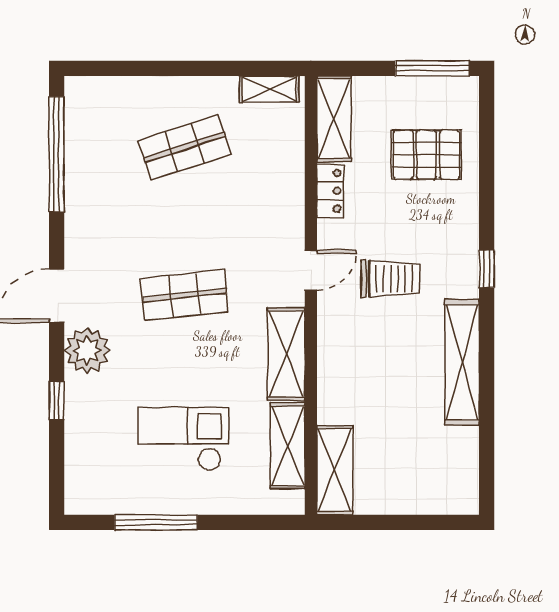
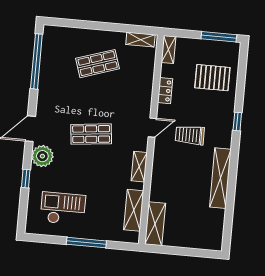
shelving: (334, 119) -> (169, 50), width x0.67, depth x0.75
window: (487, 269) -> (237, 122), moved
trolley: (390, 279) -> (190, 135), turned 180
shelving: (286, 354) -> (139, 167), width x0.67, depth x0.75
checkout: (183, 439) -> (63, 209), moved
window: (156, 522) -> (86, 243), moved

